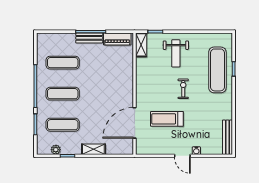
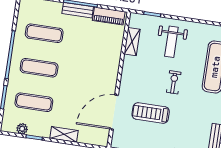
shelving: (141, 45) -> (132, 42), moved

